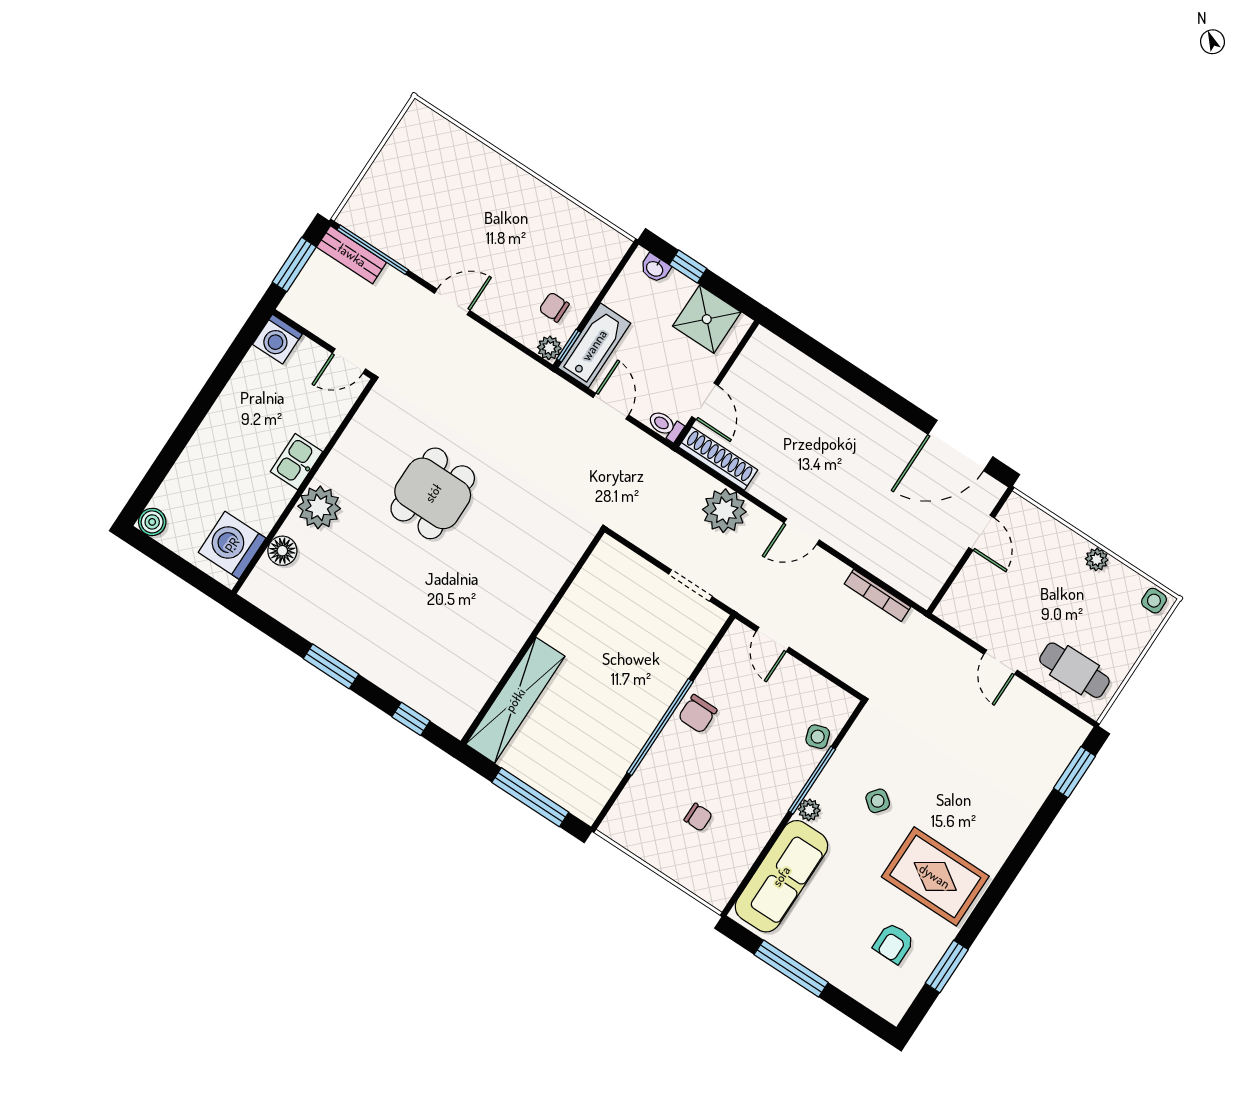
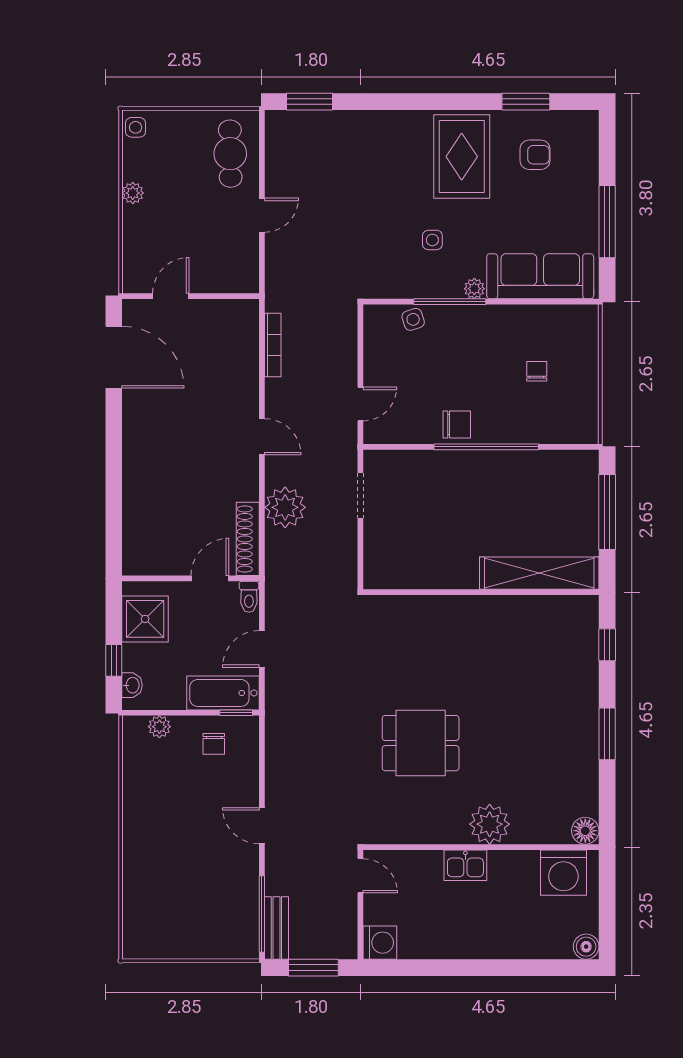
plant: (549, 348) -> (159, 727), moved
floor lamp: (282, 551) -> (585, 831), moved
side table: (878, 801) -> (432, 240), turned -38

